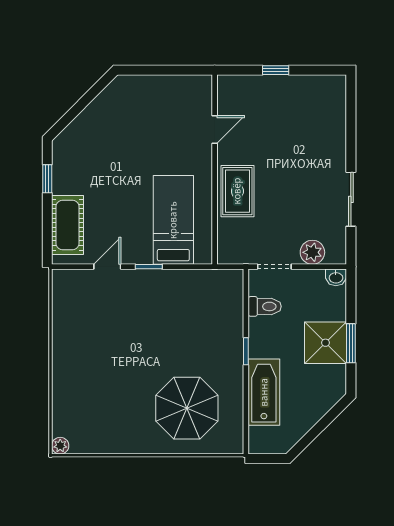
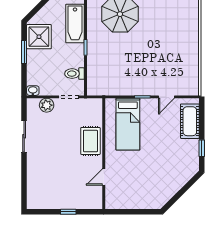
shower: (326, 343) -> (39, 37), moved

